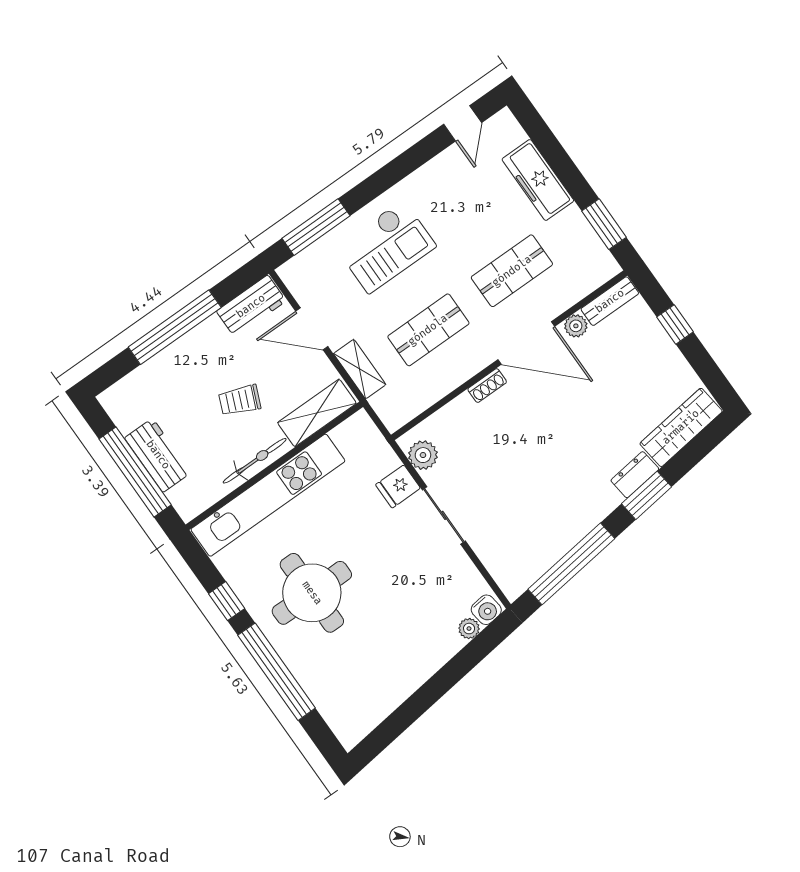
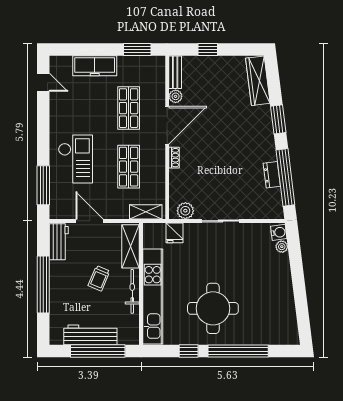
door: (312, 329) -> (89, 221), swing flipped
shelving: (360, 369) -> (146, 212), moved
workbench: (158, 455) -> (90, 335), width x1.38
dresser: (635, 475) -> (272, 175), moved
fridge: (398, 486) -> (175, 233), moved

